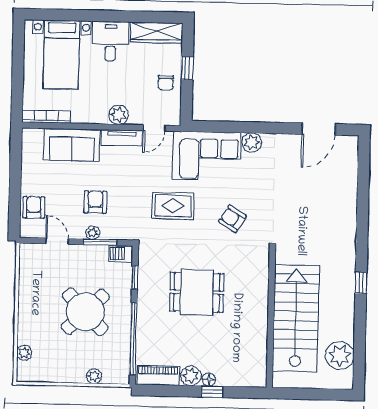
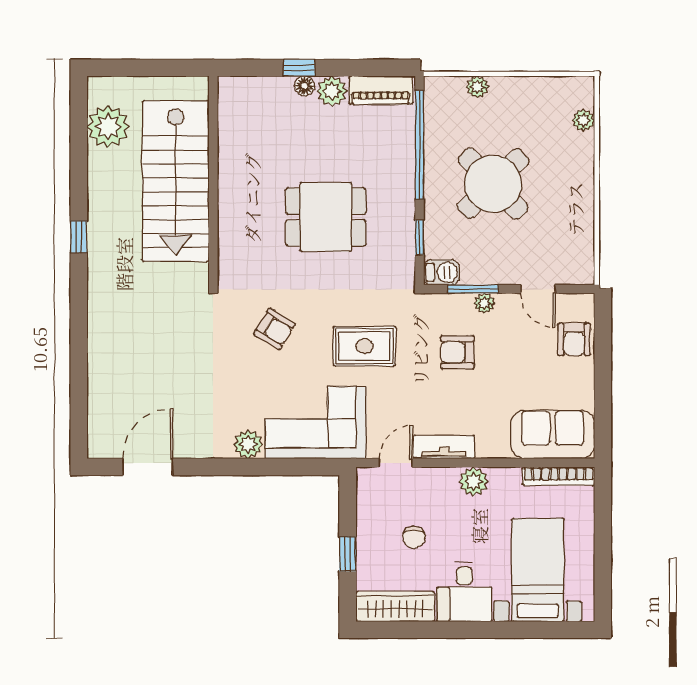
chair: (166, 83) -> (414, 537), moved, turned 180
plant: (119, 115) -> (474, 481), moved
sofa: (72, 145) -> (553, 434), moved
armchair: (95, 202) -> (457, 352), moved, turned 90

